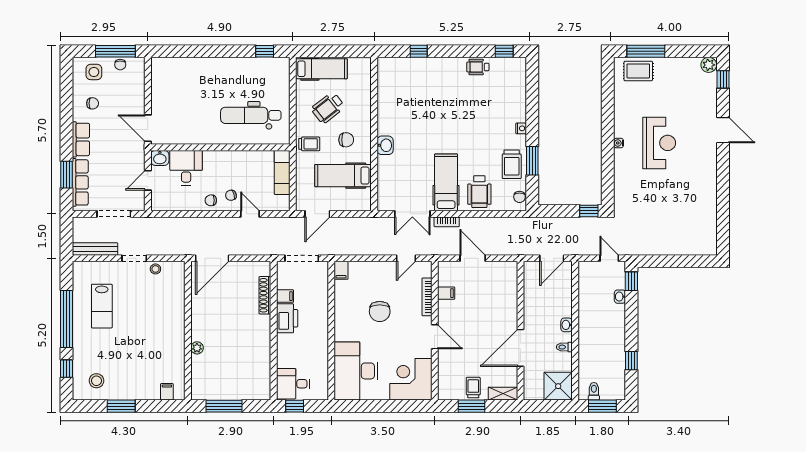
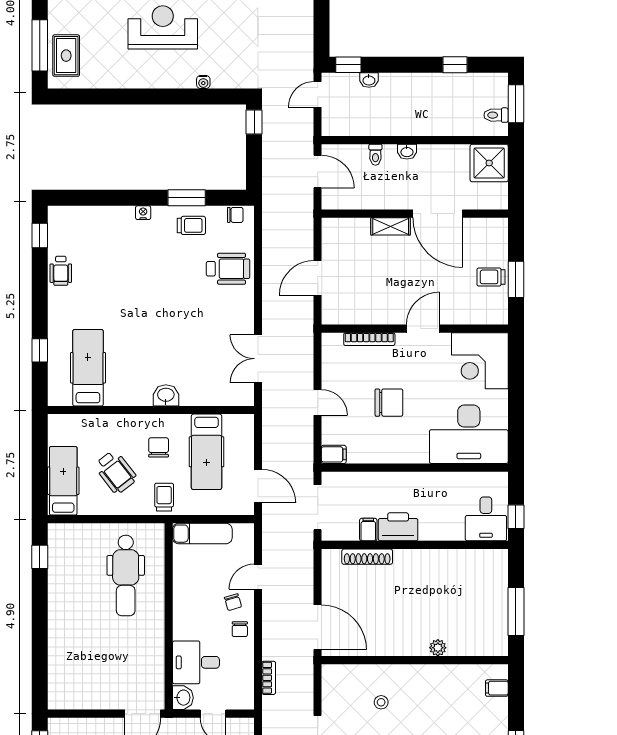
water cooler: (619, 143) -> (203, 82), moved
trolley: (512, 164) -> (191, 225), width x0.73, depth x0.72
hospital bed: (446, 182) -> (88, 368), moved, turned 90
double door: (412, 214) -> (258, 359), swing flipped
bookcase: (447, 222) -> (269, 678), moved
door: (406, 258) -> (318, 402), moved
stool: (155, 269) -> (381, 702), moved
filing cabinet: (446, 293) -> (364, 313), removed
toilet: (564, 347) -> (375, 155), moved
shelving: (503, 394) -> (391, 226), moved, turned 90

